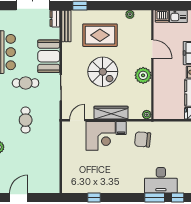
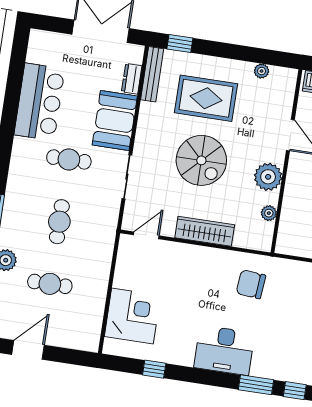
dresser: (55, 19) -> (132, 79), moved
plant: (147, 115) -> (269, 213), moved
filing cabinet: (121, 128) -> (218, 260), removed
corner desk: (101, 136) -> (132, 316), moved, turned -90
cafe table: (26, 157) -> (50, 284), added
desk: (161, 180) -> (224, 350), moved

